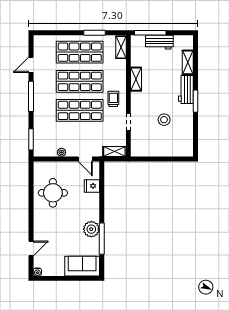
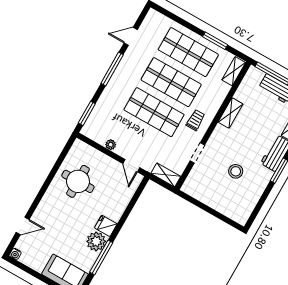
fridge: (92, 186) -> (106, 226), moved

